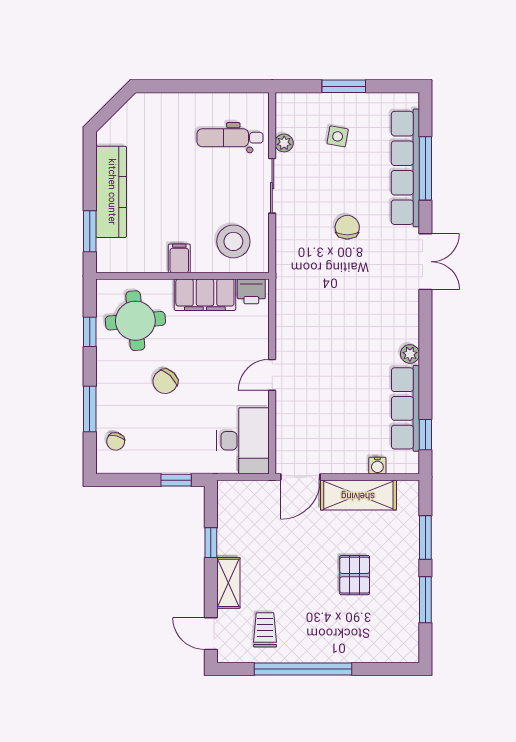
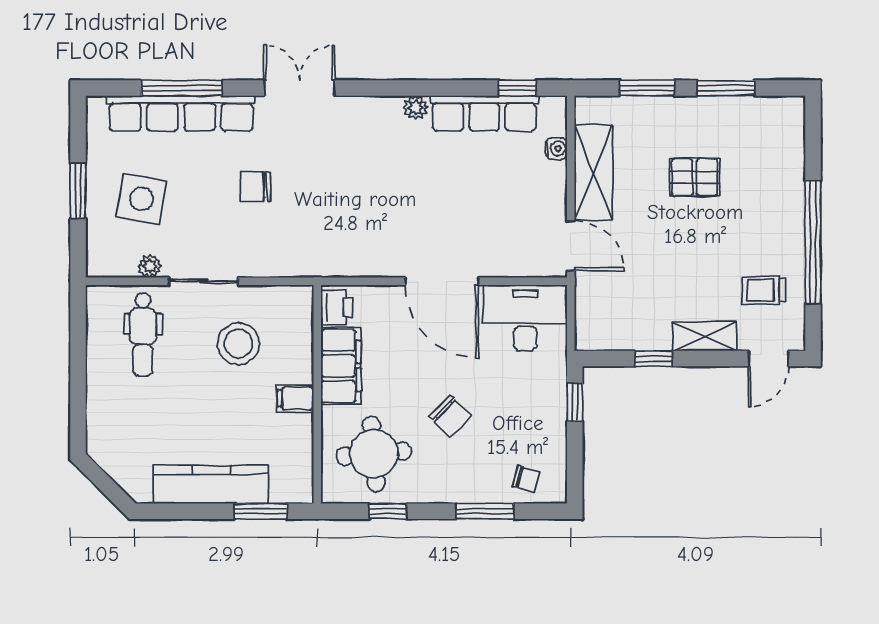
side table: (338, 136) -> (141, 199), width x1.87, depth x1.87
stool: (233, 241) -> (238, 344), moved
door: (272, 375) -> (442, 281), width x1.88

